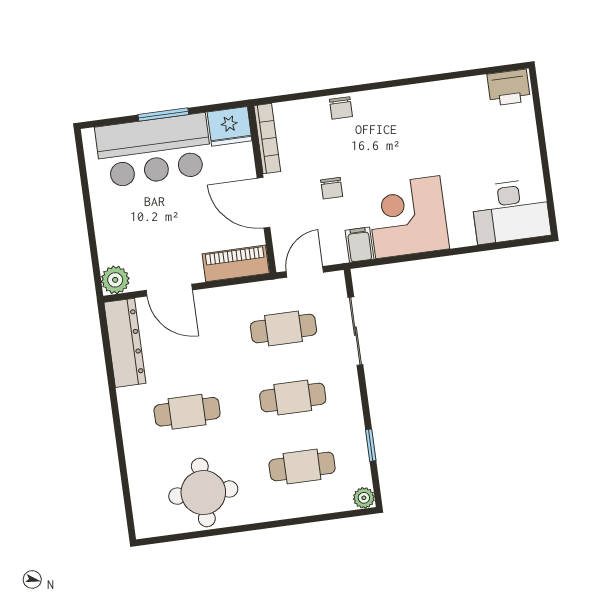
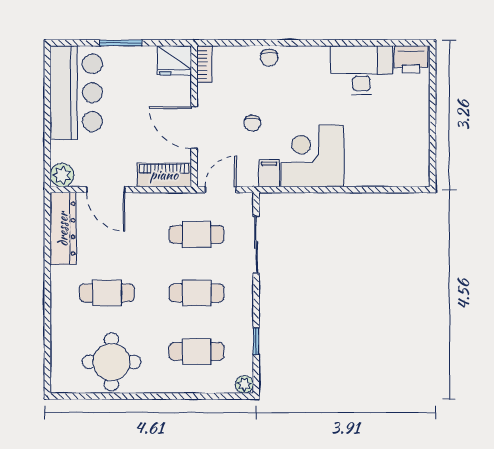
bookcase: (267, 139) -> (204, 64), width x0.64
bar counter: (154, 150) -> (76, 93), moved, turned -90
desk: (511, 211) -> (361, 70), moved, turned 180

